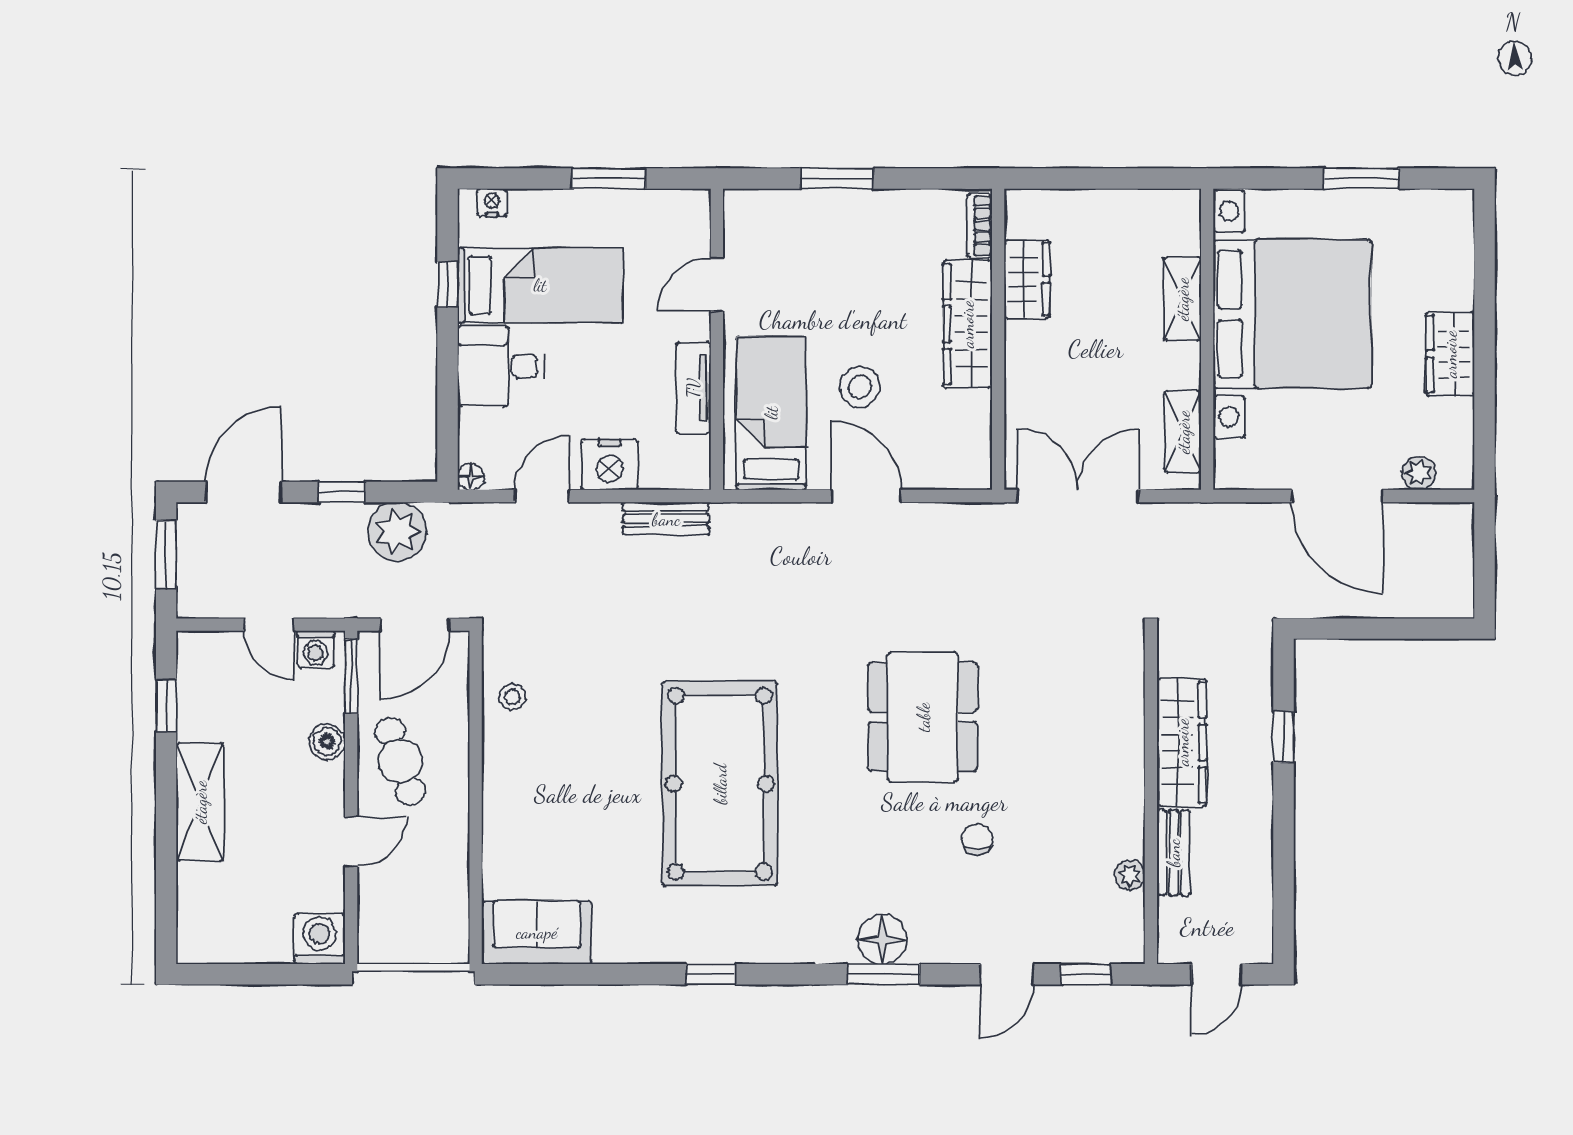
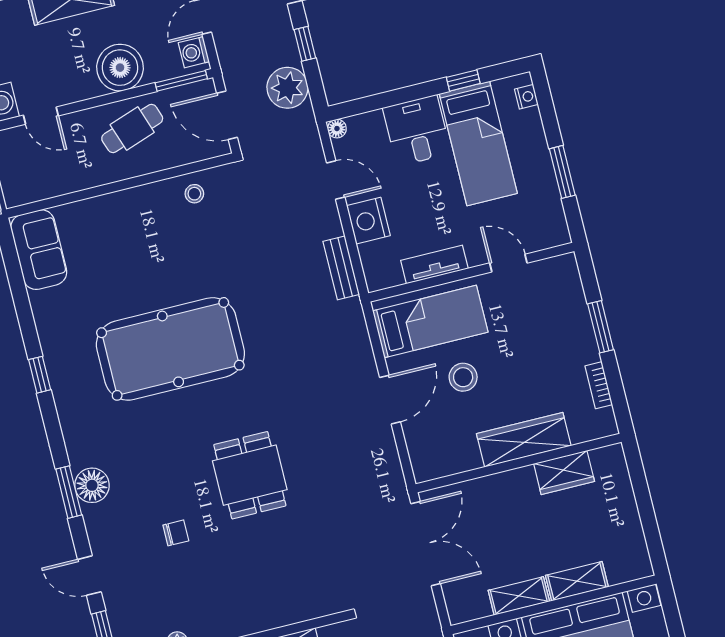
bookcase: (979, 226) -> (599, 385), moved, turned -90
shelving: (1183, 432) -> (519, 596), moved
dining table: (923, 717) -> (250, 475), width x0.73
boiler: (327, 742) -> (120, 68), width x1.86, depth x1.86
door: (351, 842) -> (41, 116), moved

